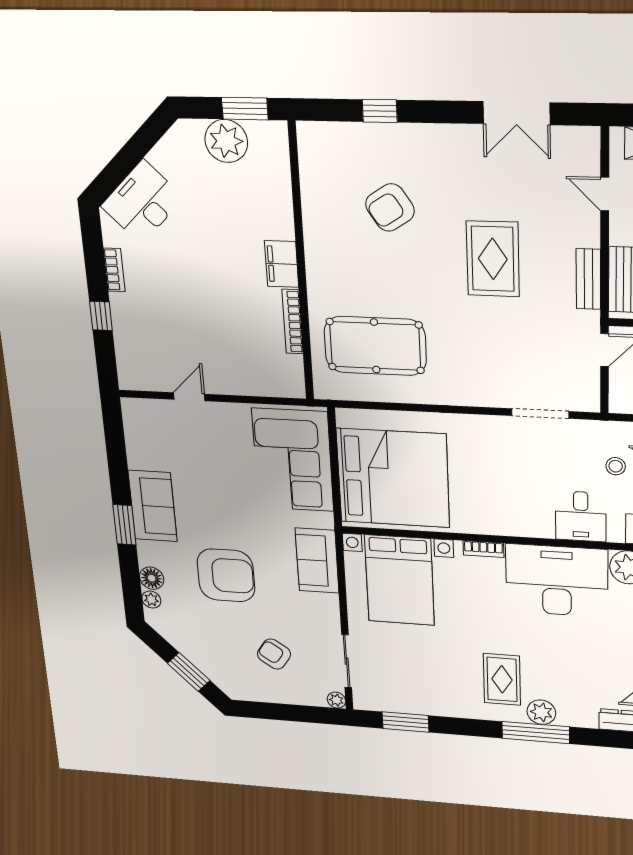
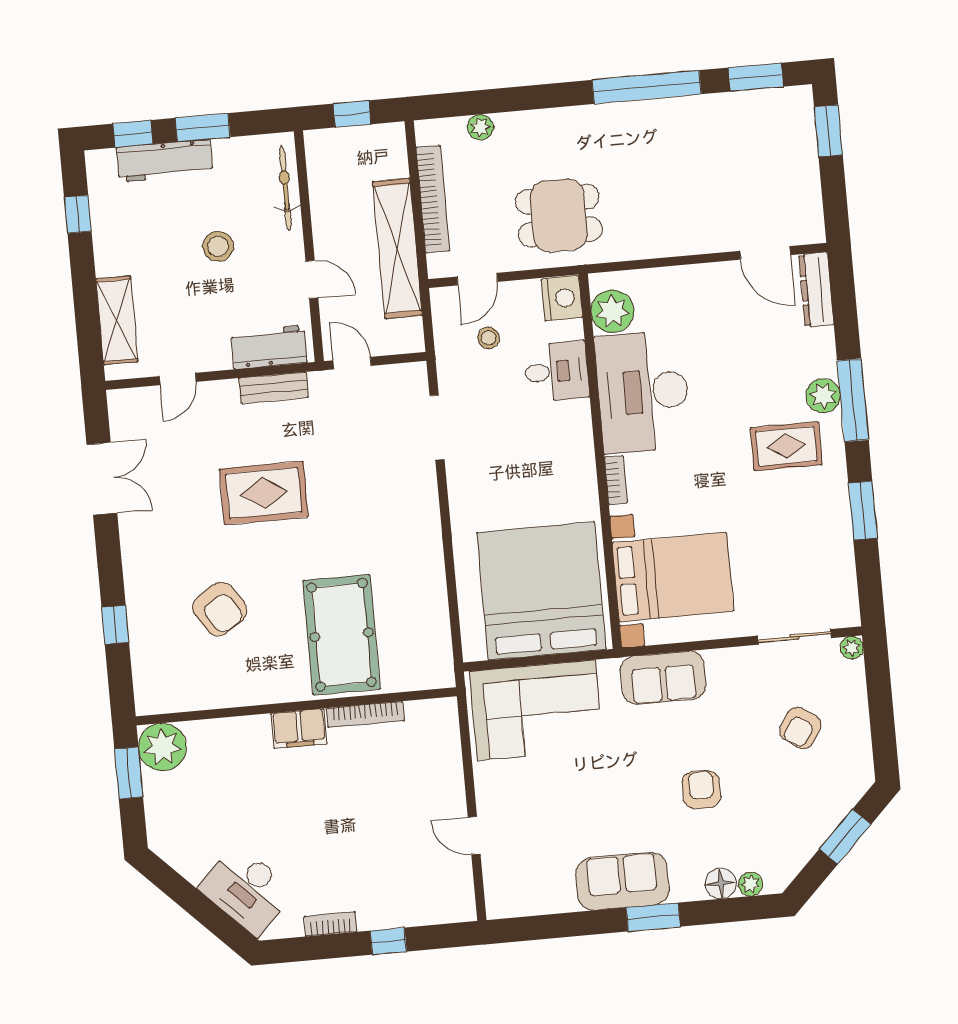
plant: (226, 141) -> (162, 747), moved
pool table: (375, 346) -> (342, 635), moved
armchair: (226, 575) -> (701, 790), width x0.53, depth x0.53
window: (405, 722) -> (863, 510), moved

